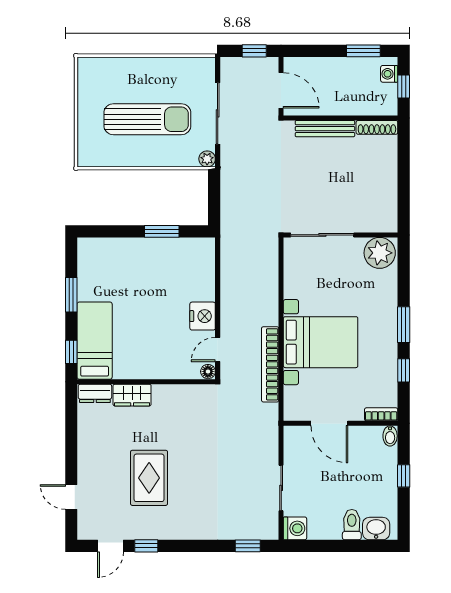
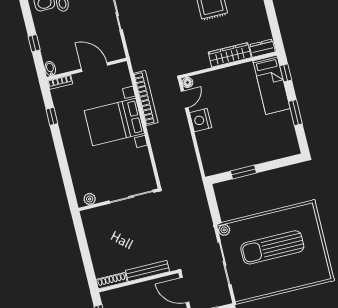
plant: (380, 253) -> (90, 199), width x0.53, depth x0.53
window: (404, 325) -> (60, 148), removed
wardrobe: (132, 395) -> (230, 55), width x1.50

